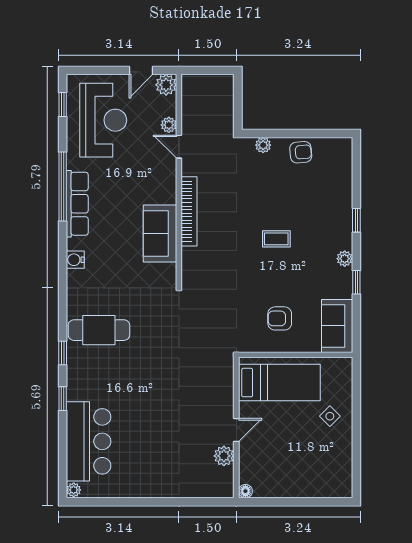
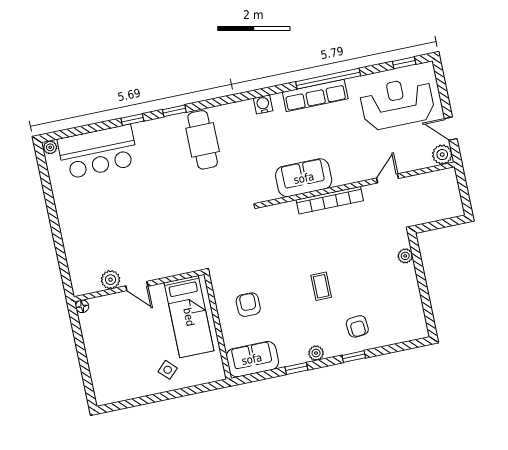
reception desk: (103, 120) -> (397, 103), turned 180
plant: (169, 125) -> (406, 165), removed
armchair: (301, 152) -> (357, 326), moved

